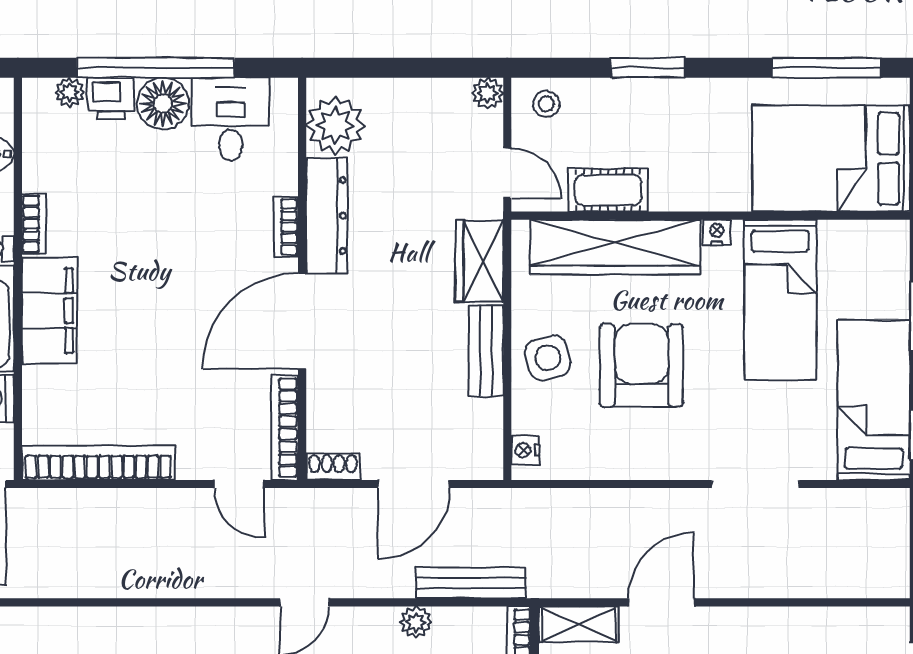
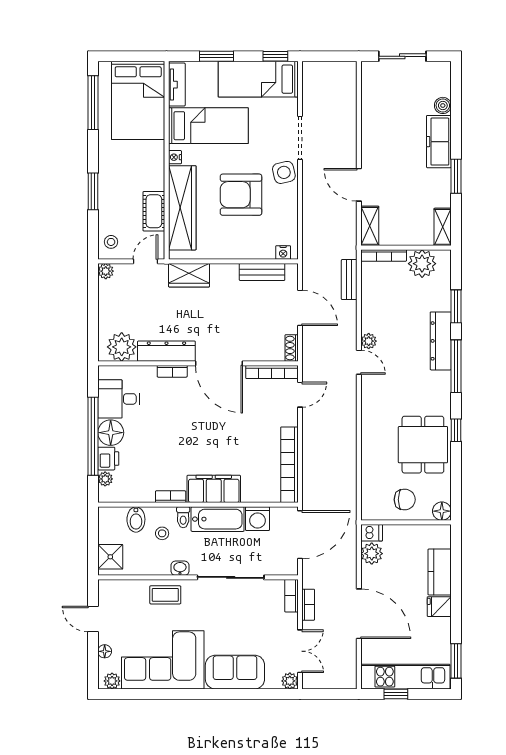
tv unit: (863, 236) -> (177, 85), added
bench: (486, 351) -> (262, 272), moved
side table: (548, 358) -> (284, 172), moved
bench: (471, 583) -> (349, 280), width x0.73
plant: (416, 622) -> (369, 341), moved

